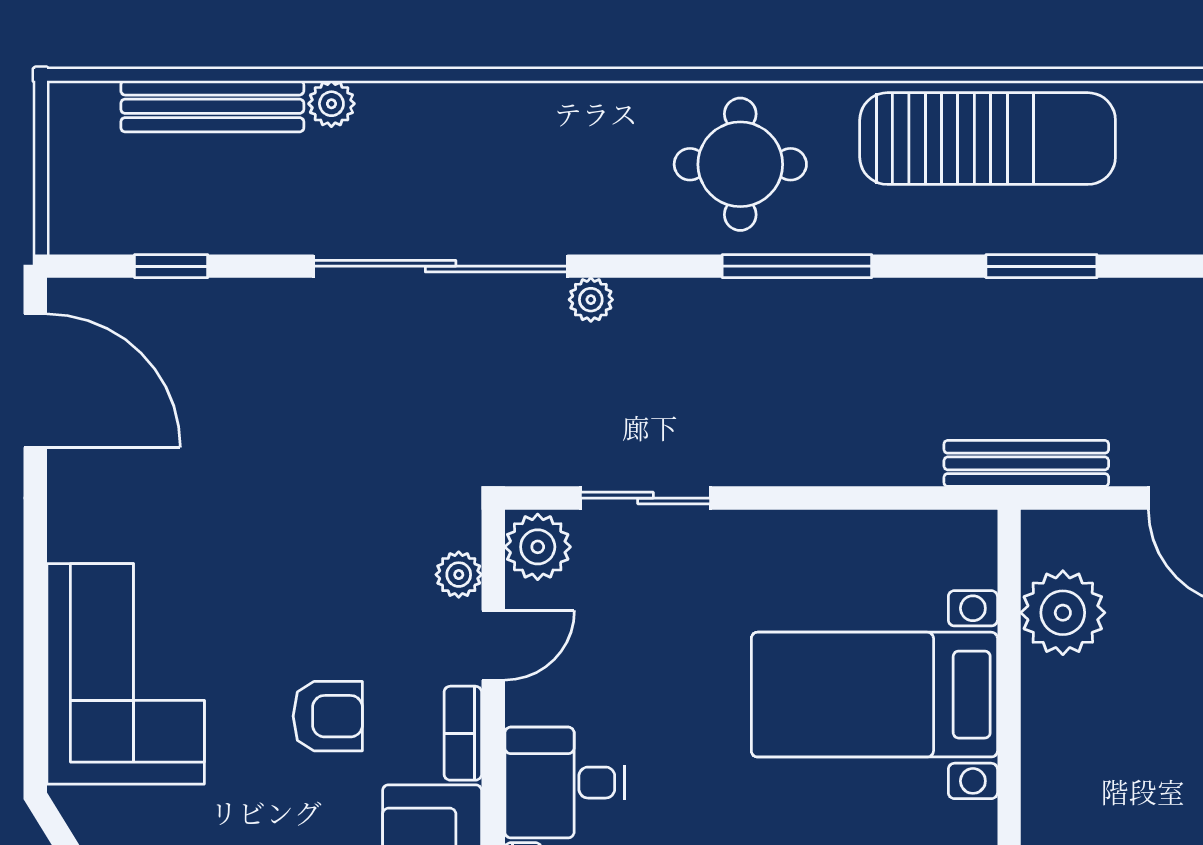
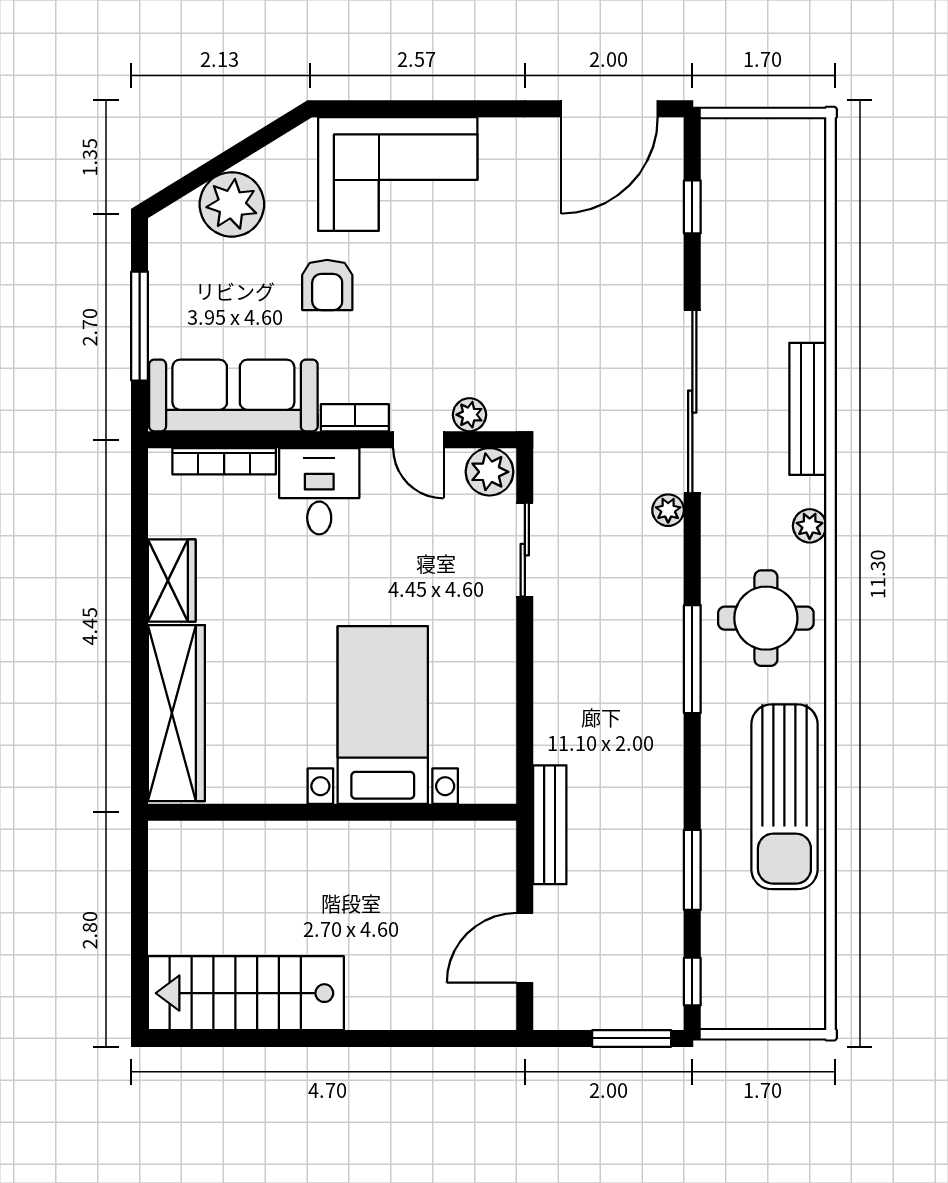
plant: (331, 104) -> (810, 526), moved
bench: (212, 106) -> (808, 409), moved
window: (1041, 266) -> (692, 870), moved
plant: (1063, 613) -> (442, 851), removed
armchair: (328, 716) -> (327, 285), moved

